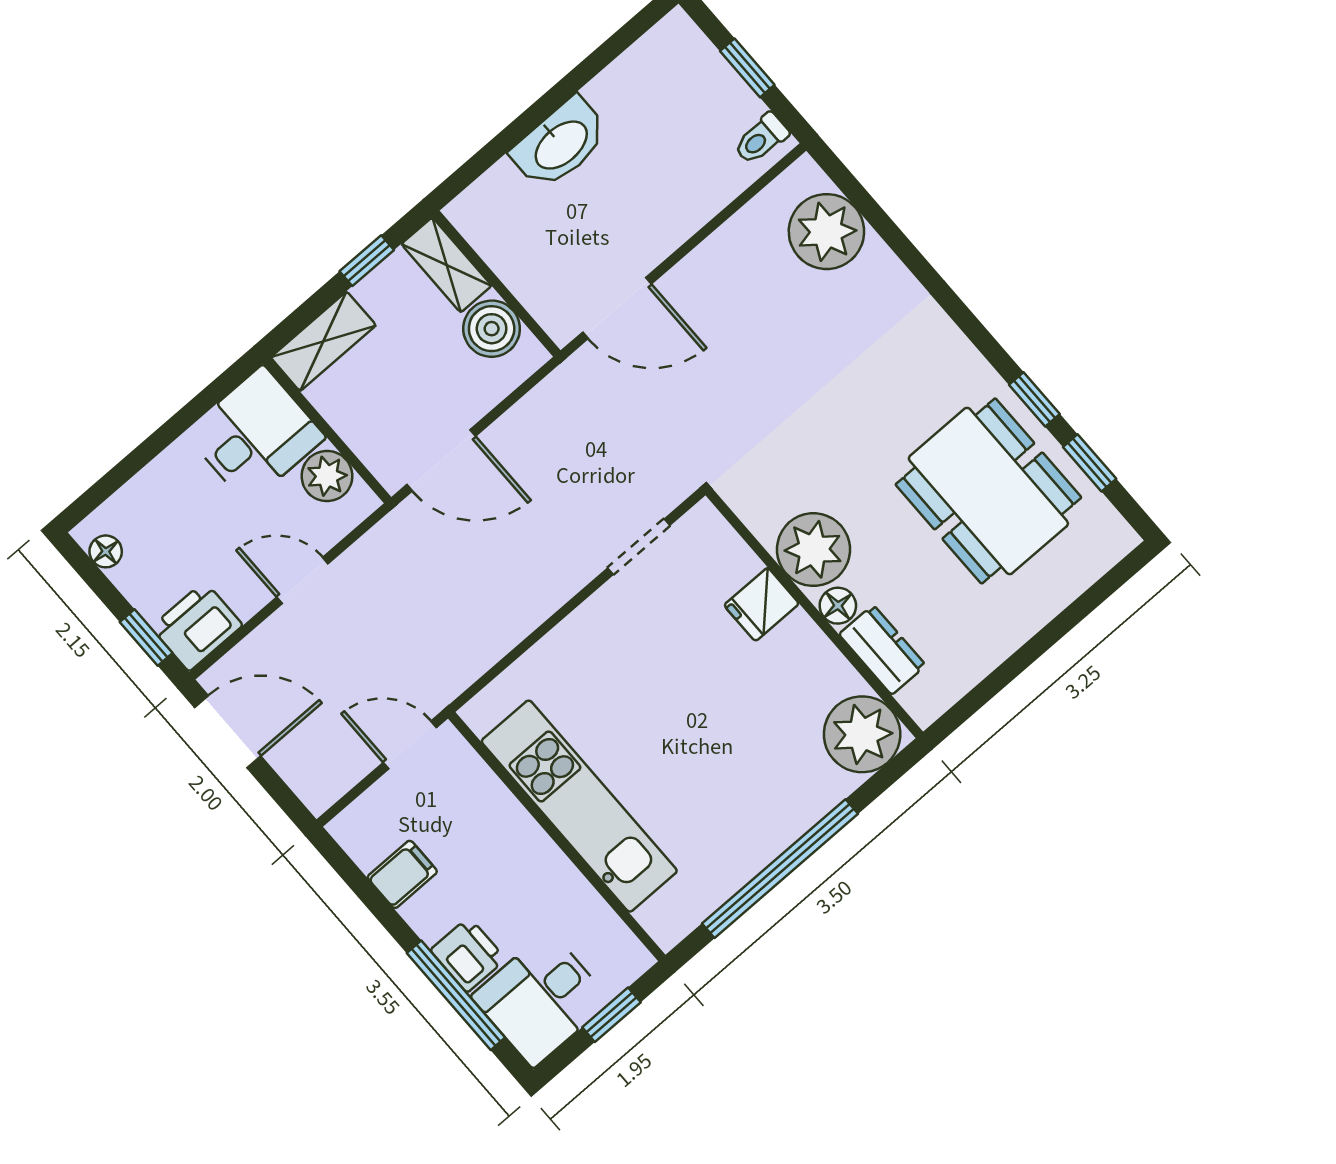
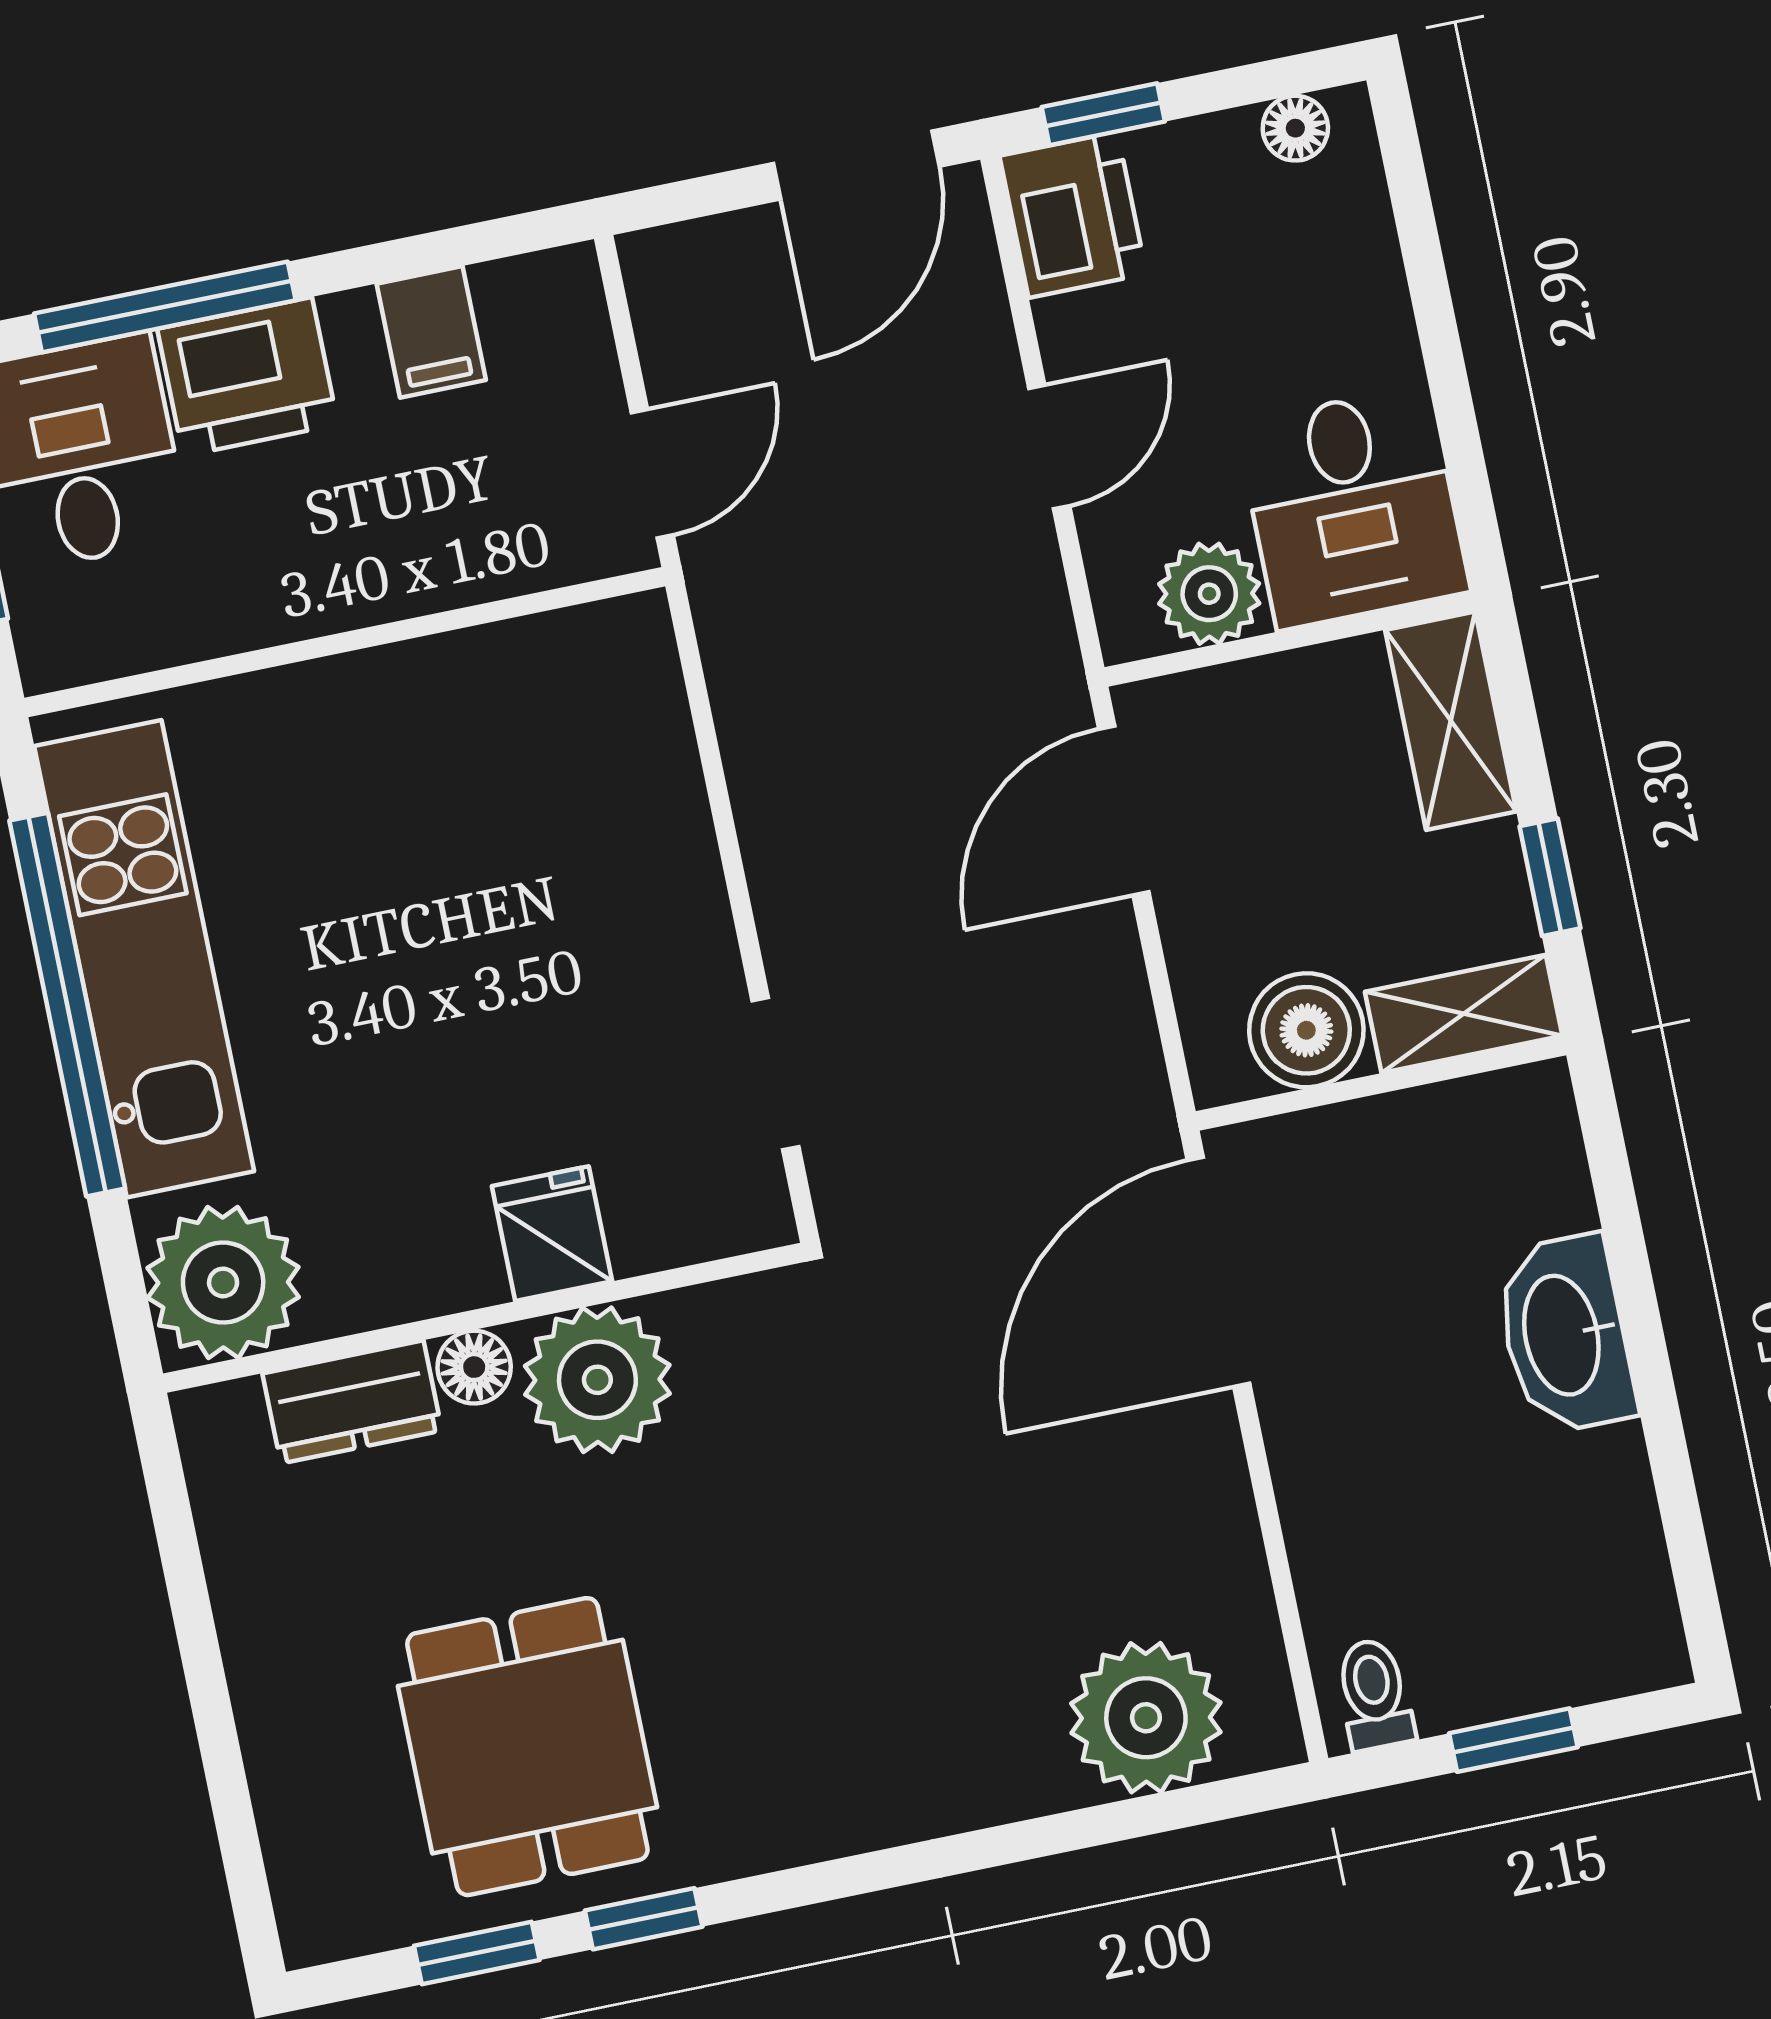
door: (617, 308) -> (1219, 1272), width x1.36
dining table: (988, 491) -> (527, 1747), width x0.73
kitchen unit: (579, 806) -> (144, 959), moved, turned -90
printer: (468, 955) -> (248, 377), width x1.36, depth x1.24

